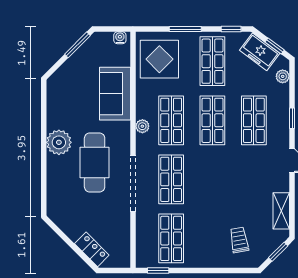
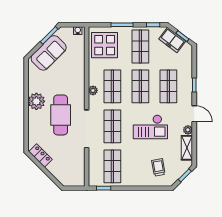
plant: (283, 76) -> (188, 130), moved
sofa: (115, 94) -> (49, 53), moved, turned -135
checkout: (227, 180) -> (150, 127), added
locker: (92, 249) -> (41, 156), moved

